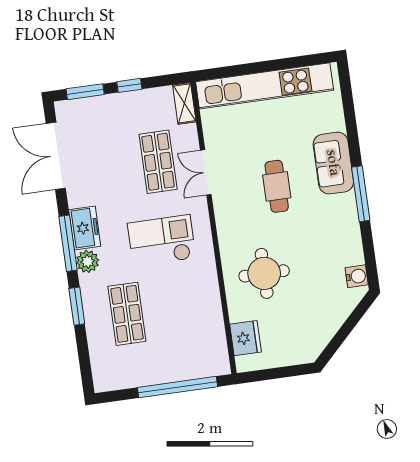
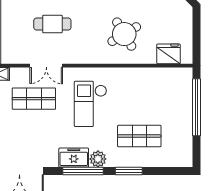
cafe table: (277, 186) -> (52, 24), moved
round table: (264, 273) -> (124, 34), turned -31

